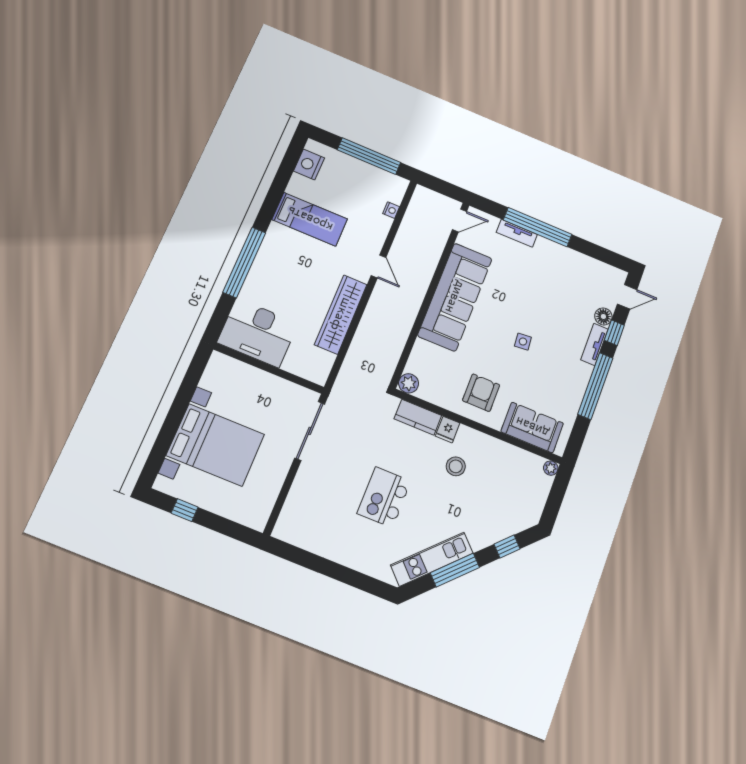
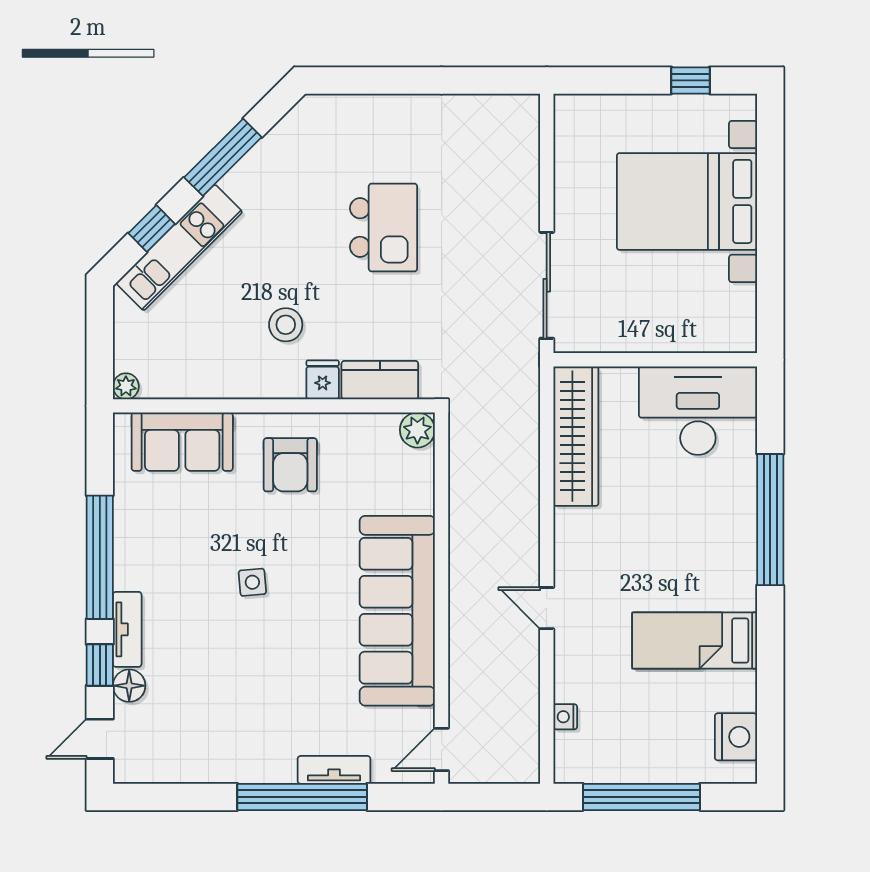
wardrobe: (341, 314) -> (576, 436), moved
kitchen unit: (432, 559) -> (179, 248), moved

